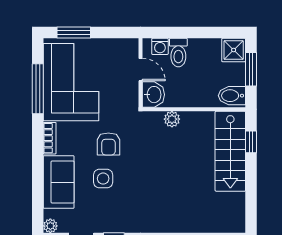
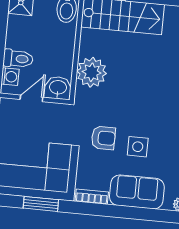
window: (38, 89) -> (41, 204), width x0.69
plant: (172, 119) -> (92, 72), width x1.88, depth x1.88

